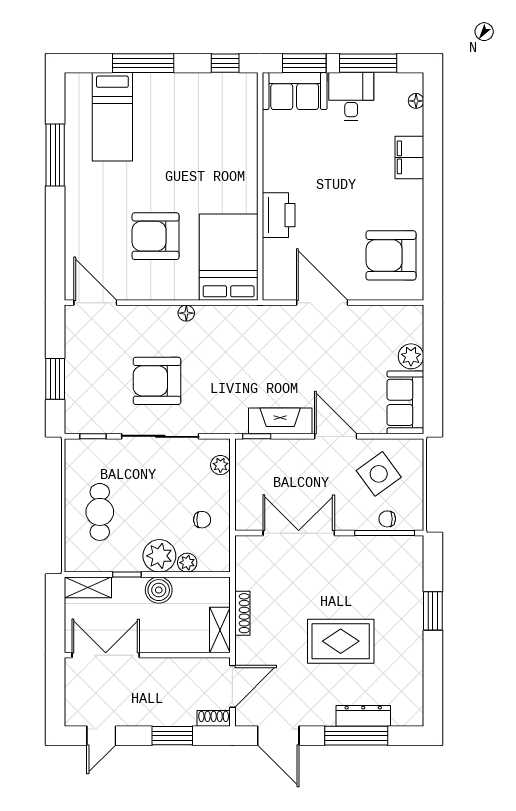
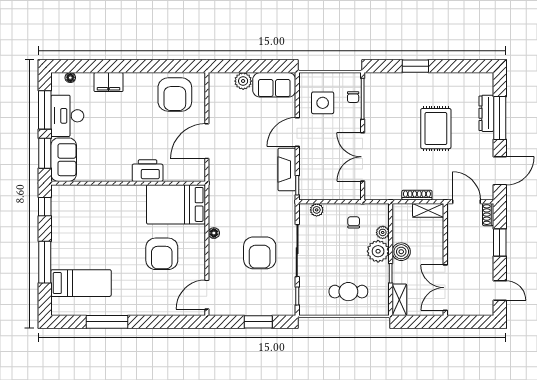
desk: (351, 97) -> (67, 116), width x1.37
side table: (379, 474) -> (323, 103), turned 36

